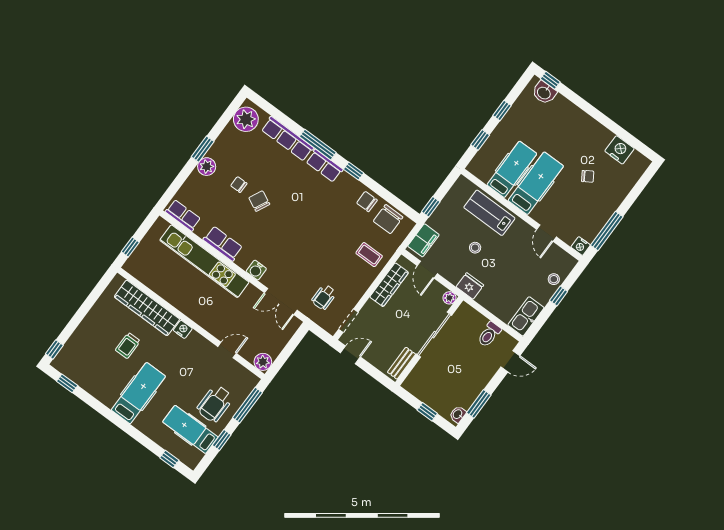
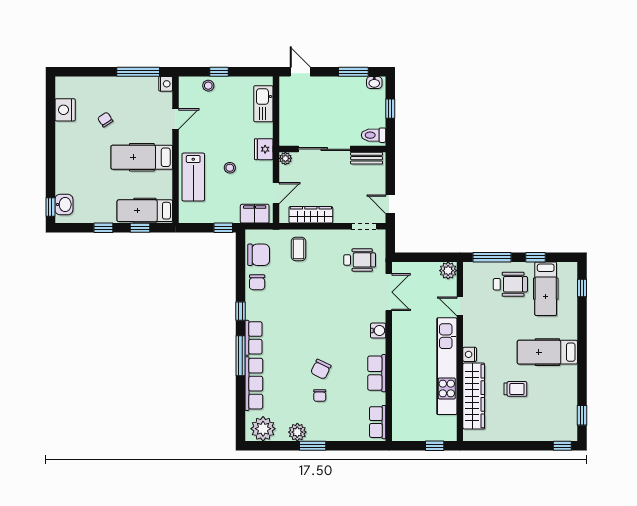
plant: (207, 167) -> (297, 432), moved
hospital bed: (512, 169) -> (145, 211), moved
kitchen unit: (204, 261) -> (447, 366), moved, turned 180
wheelchair: (324, 297) -> (360, 260), width x1.36, depth x1.37
kitchen sink: (526, 316) -> (263, 104), moved, turned 90
toilet: (489, 334) -> (374, 135), moved, turned 180

